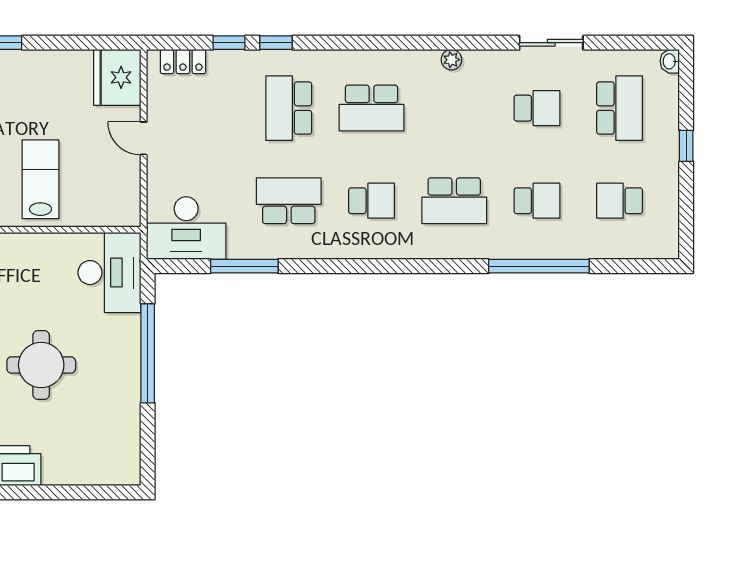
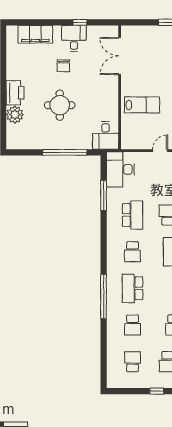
window: (539, 266) -> (104, 296), moved
desk: (109, 273) -> (106, 135), width x0.73
plant: (62, 466) -> (15, 115), added

